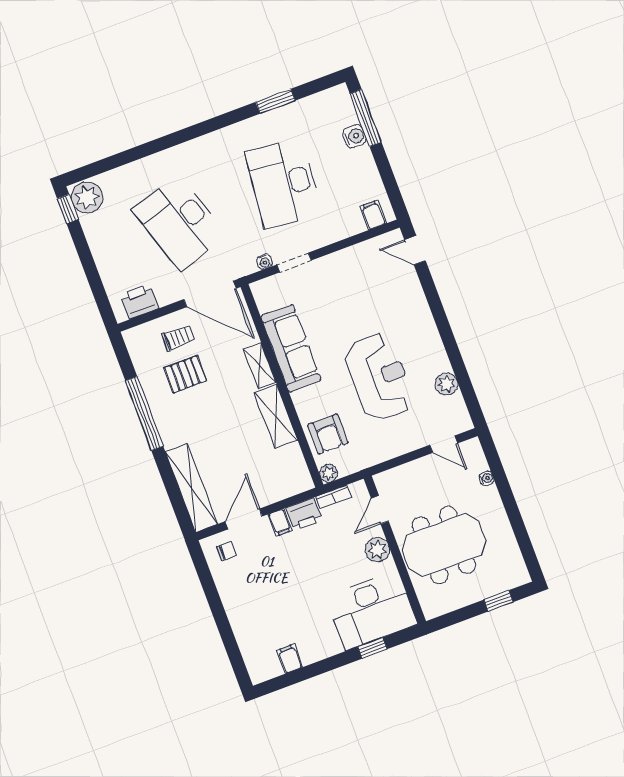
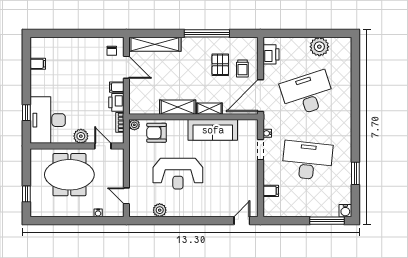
water cooler: (355, 136) -> (345, 211), moved
plant: (87, 197) -> (319, 47), moved
window: (68, 209) -> (338, 33), removed
filing cabinet: (373, 215) -> (271, 191), moved
door: (444, 444) -> (126, 196), hinge flipped
meeting table: (444, 545) -> (69, 175), turned 90

